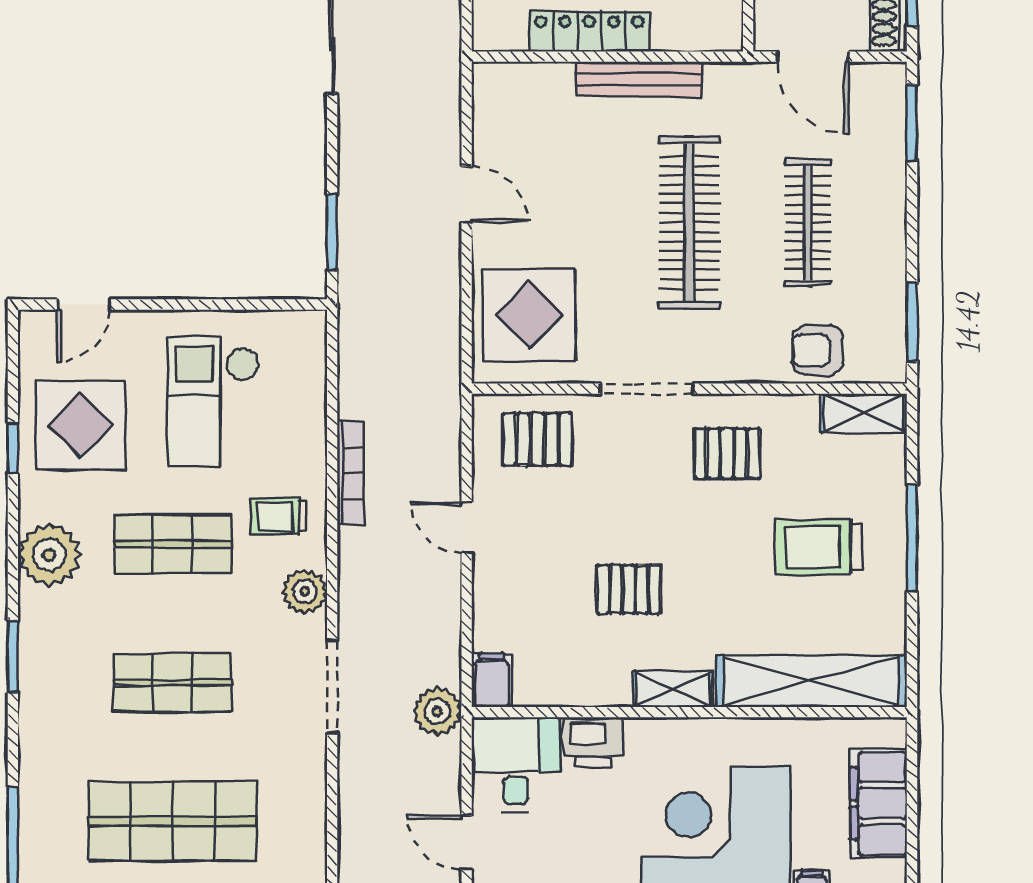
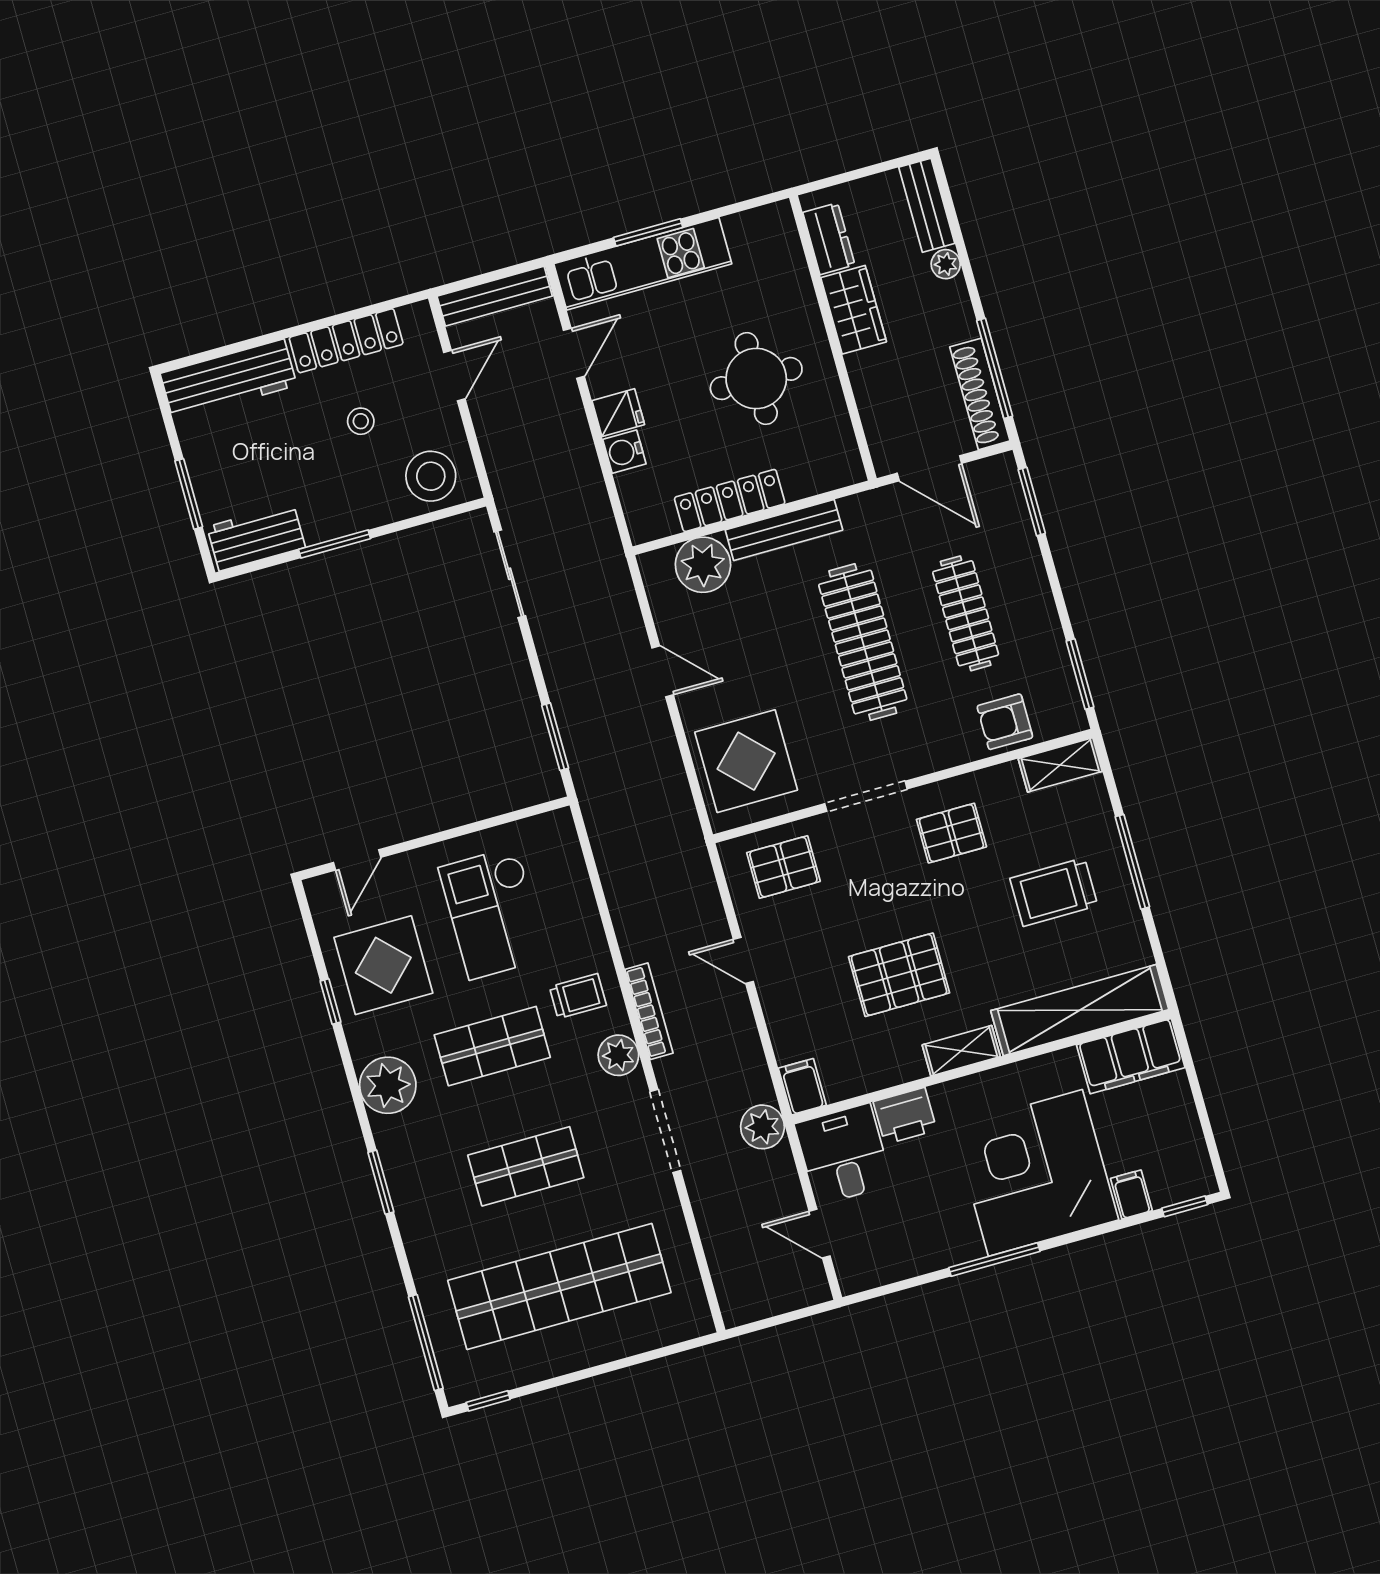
plant: (541, 92) -> (703, 565), added
bookcase: (351, 473) -> (649, 1011), moved
trolley: (279, 516) -> (578, 996), turned 180
pallet: (629, 589) -> (899, 975), width x1.50, depth x1.42
filing cabinet: (879, 804) -> (1131, 1056), moved, turned -90
shop shelf: (173, 821) -> (559, 1286), width x1.40

